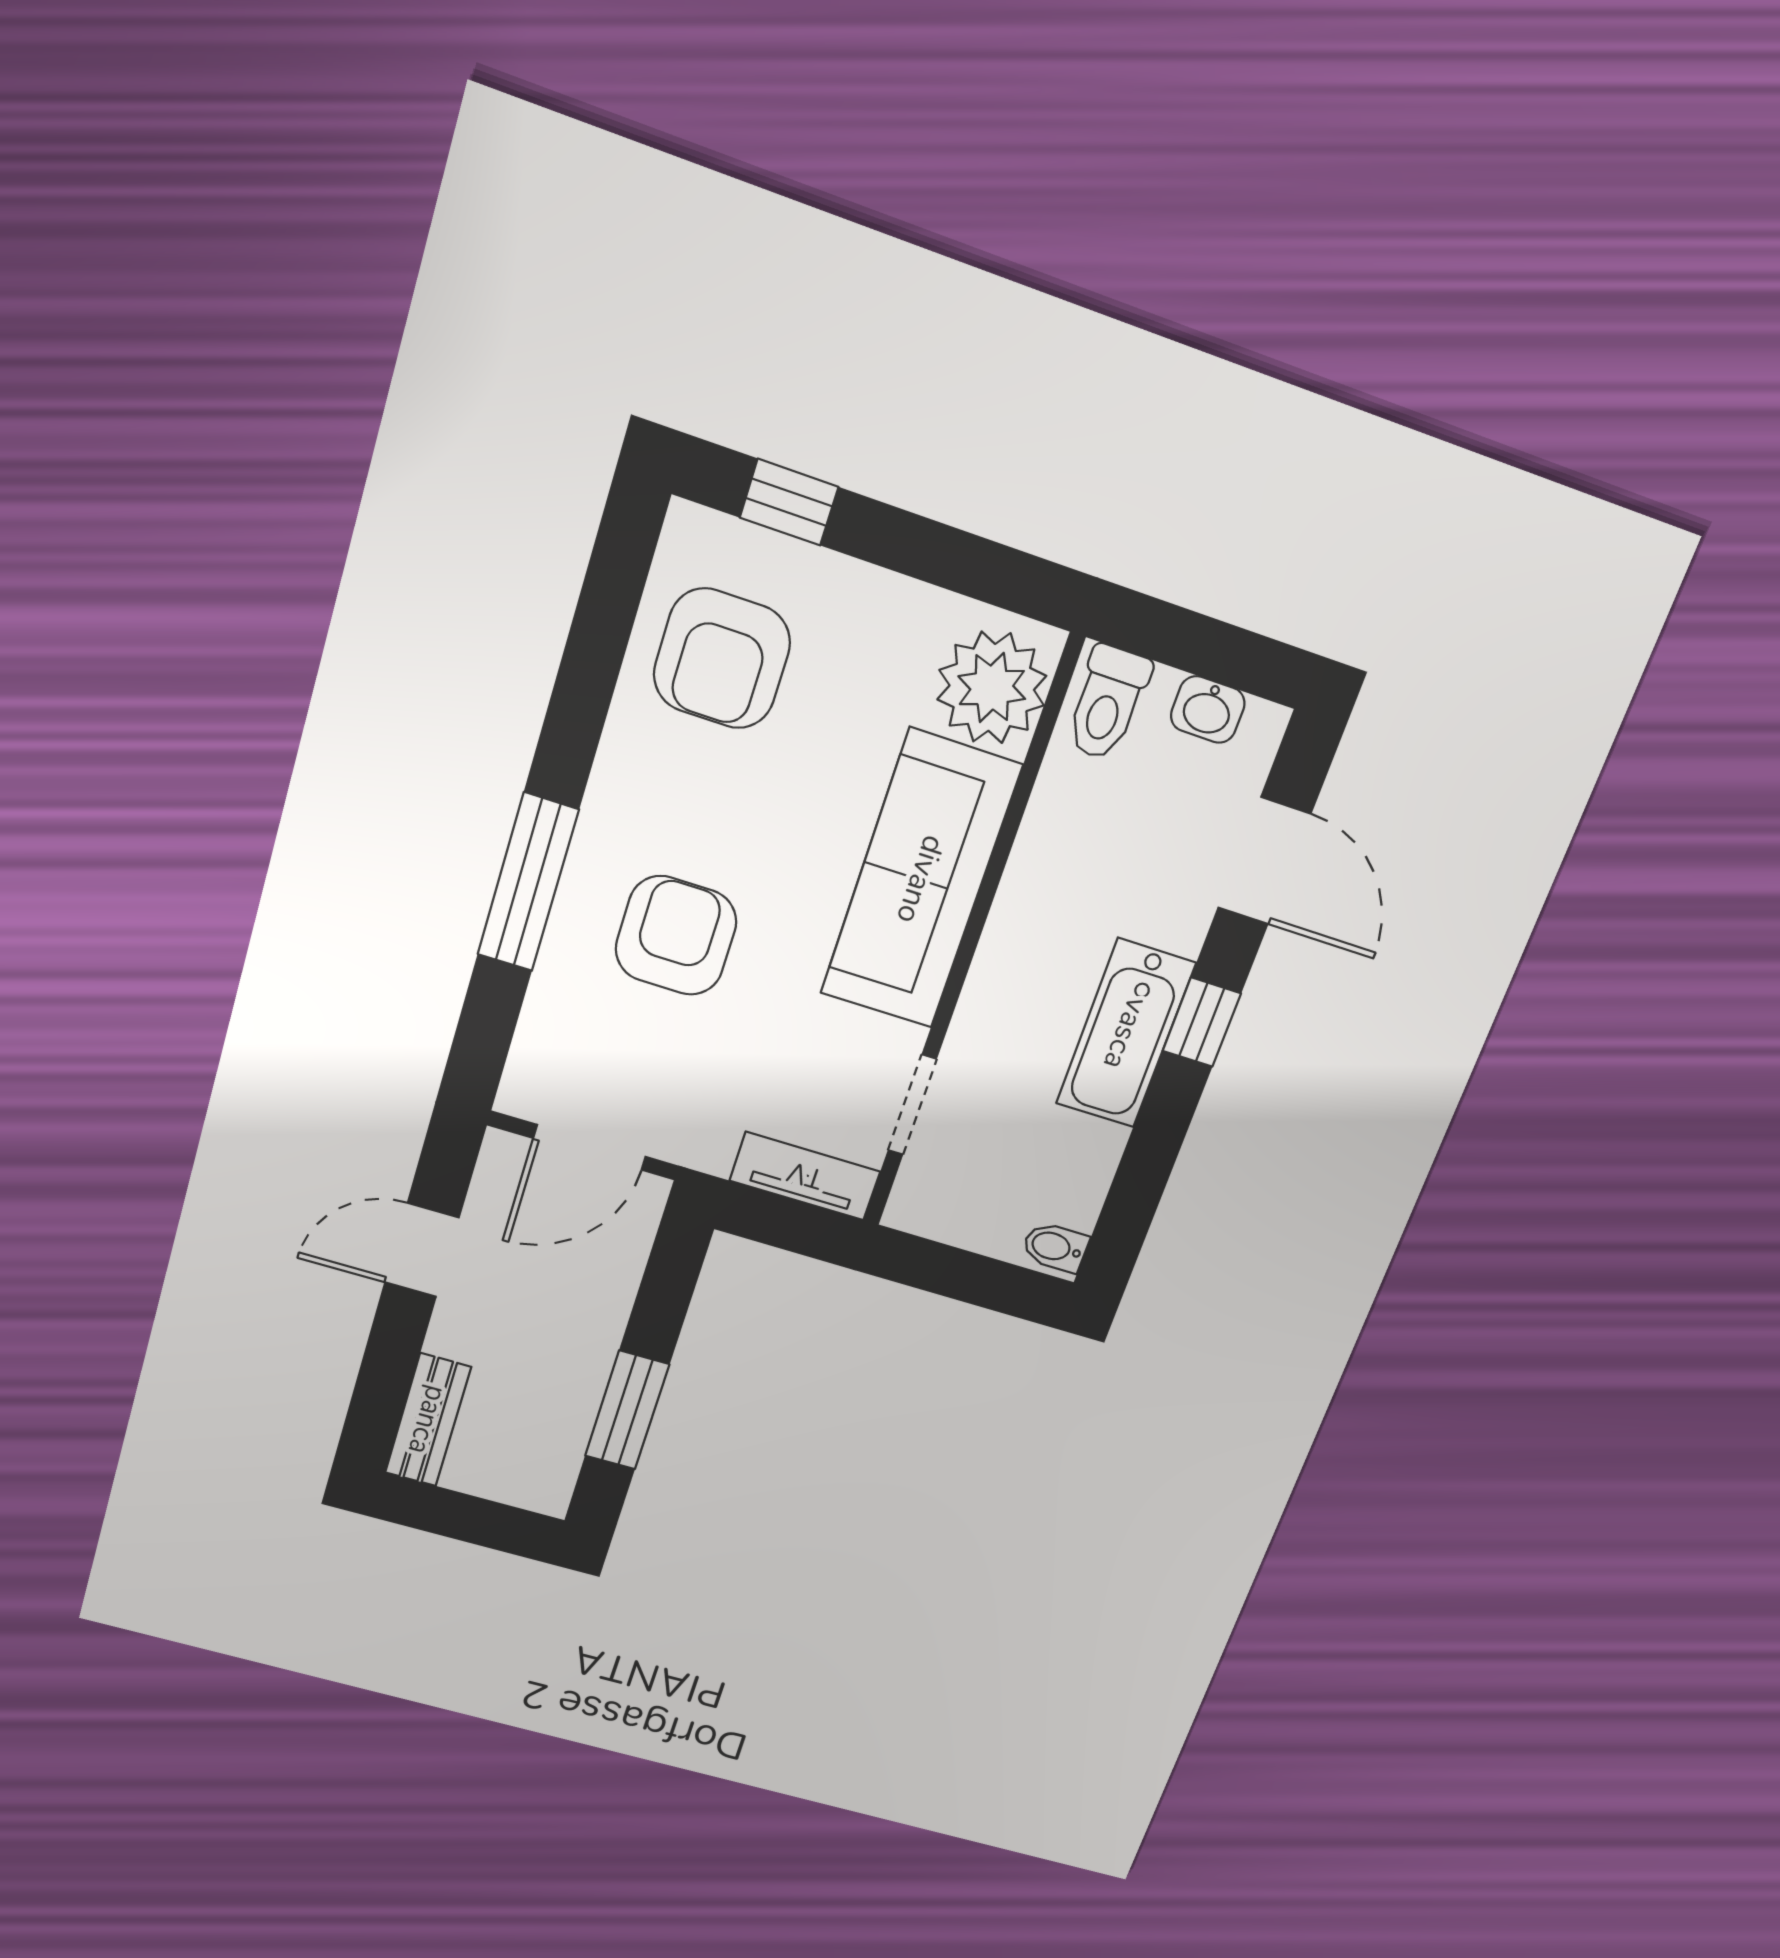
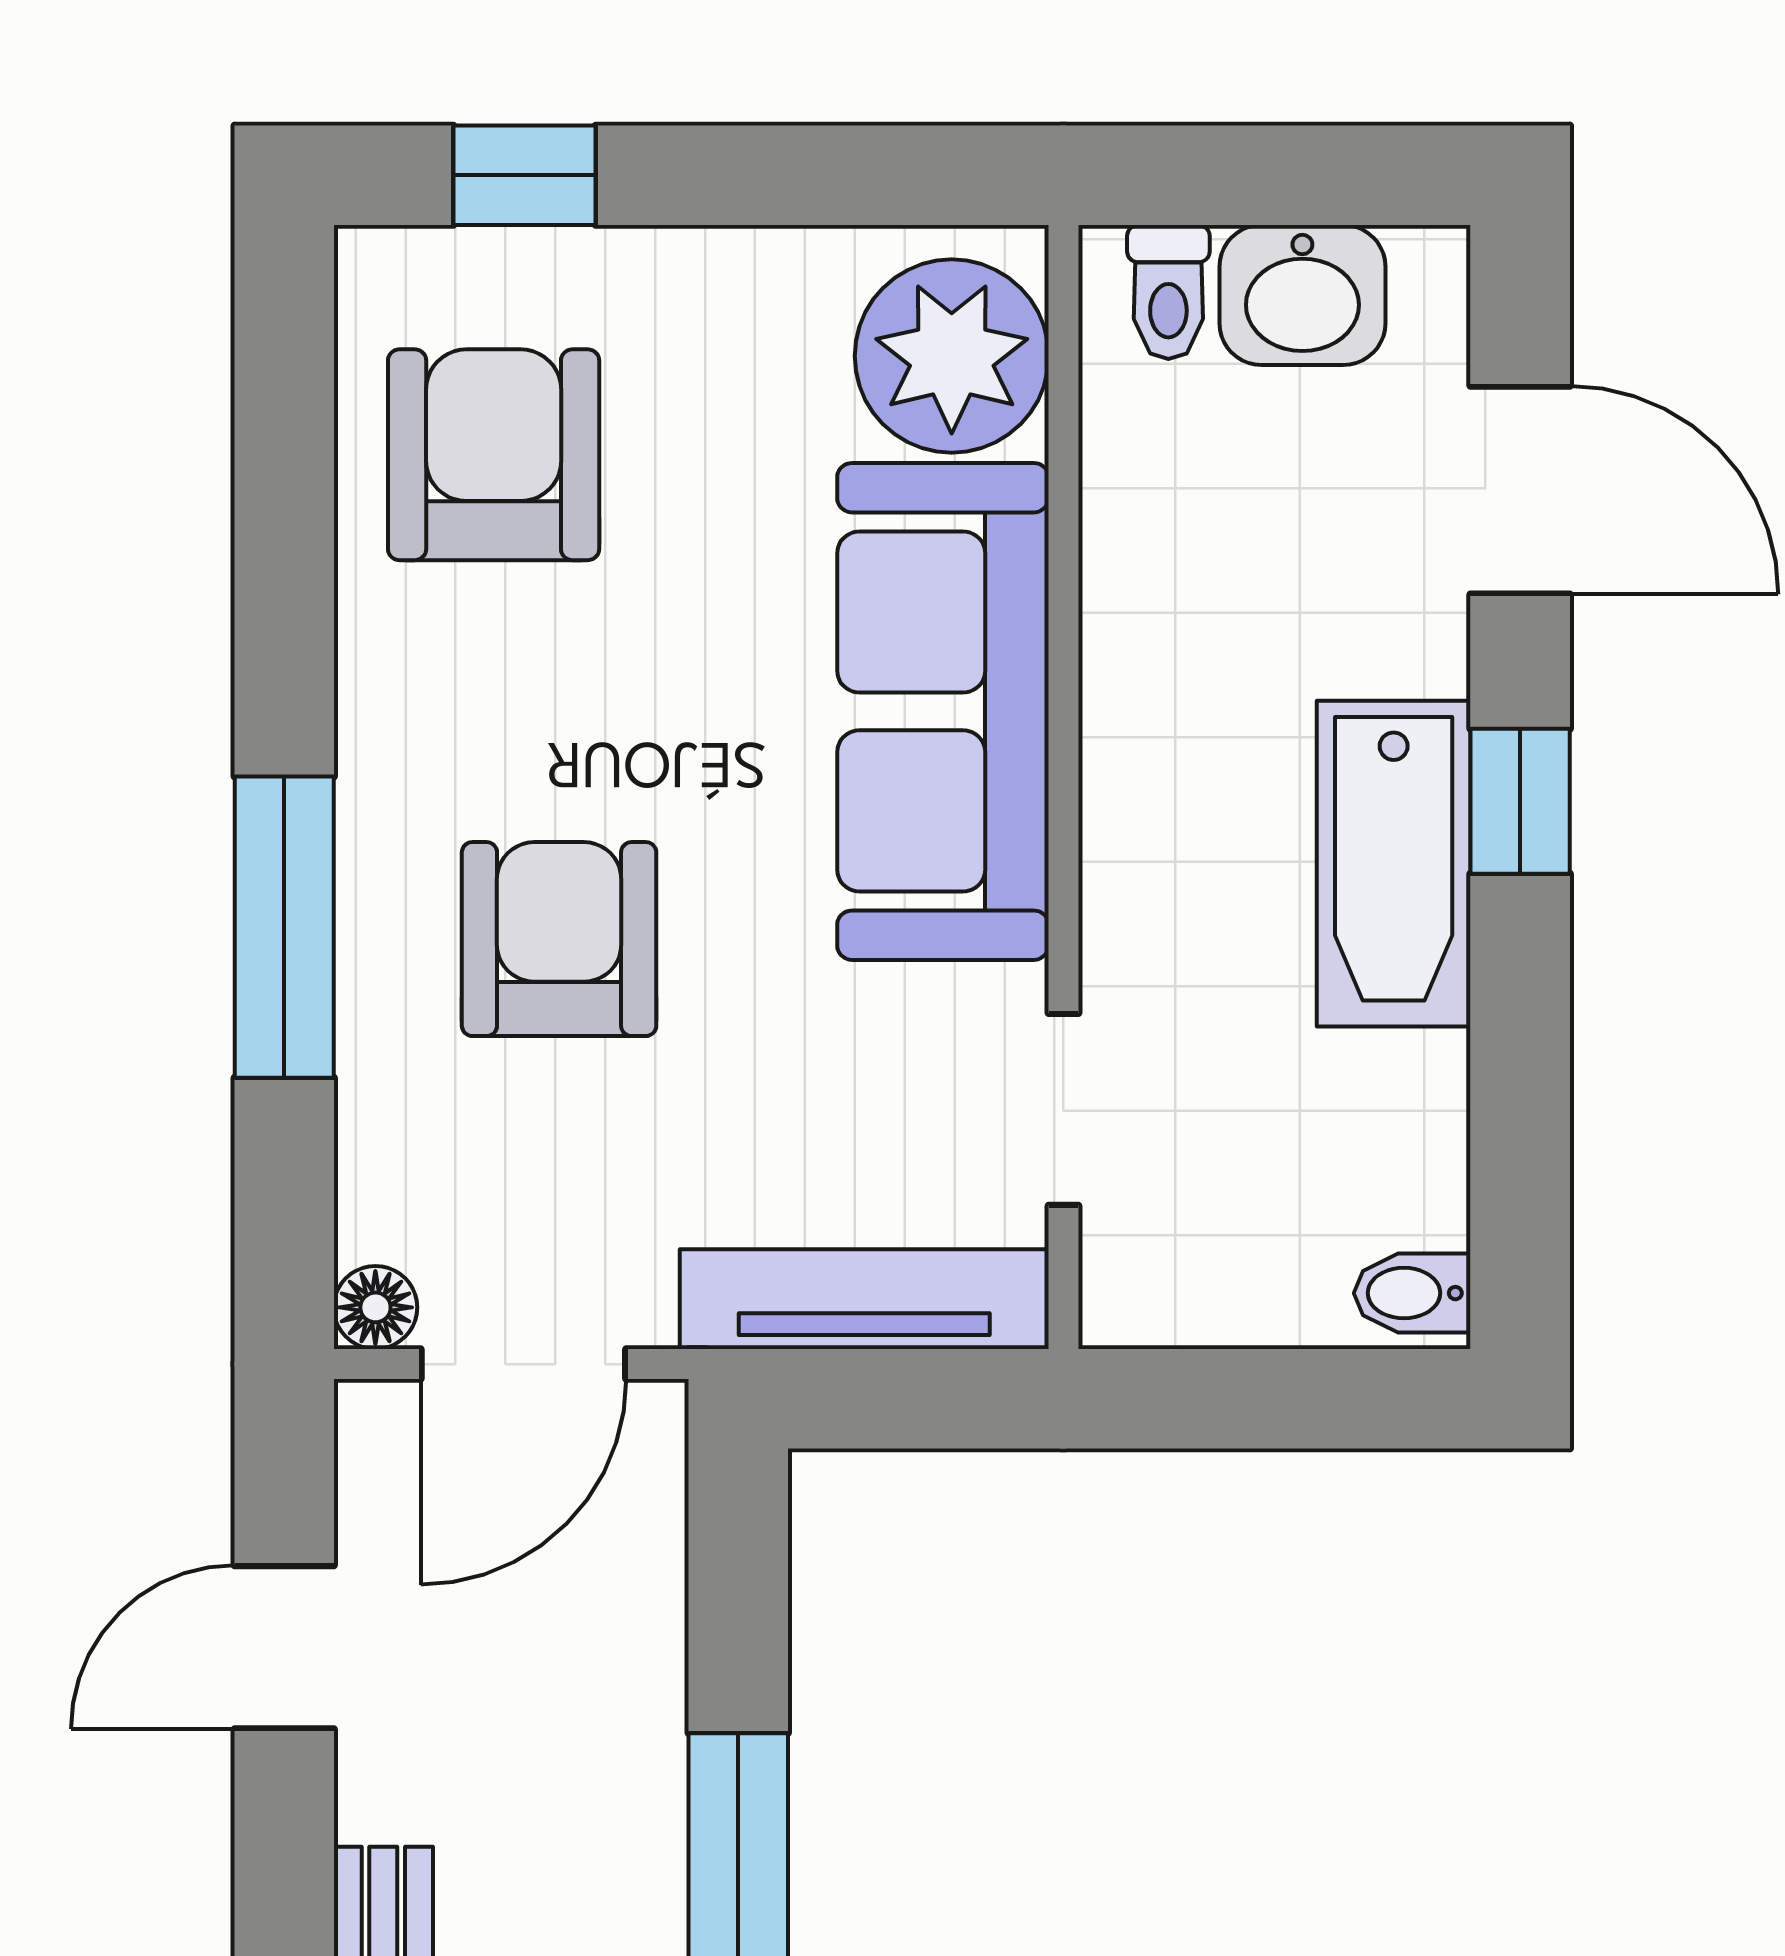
armchair: (722, 659) -> (494, 455), turned 180
toilet: (1107, 703) -> (1168, 292), width x0.73, depth x0.72
washbasin: (1208, 710) -> (1302, 295), width x1.38, depth x1.45
floor lamp: (520, 1096) -> (375, 1307), added
tv unit: (805, 1176) -> (864, 1299), width x1.41

